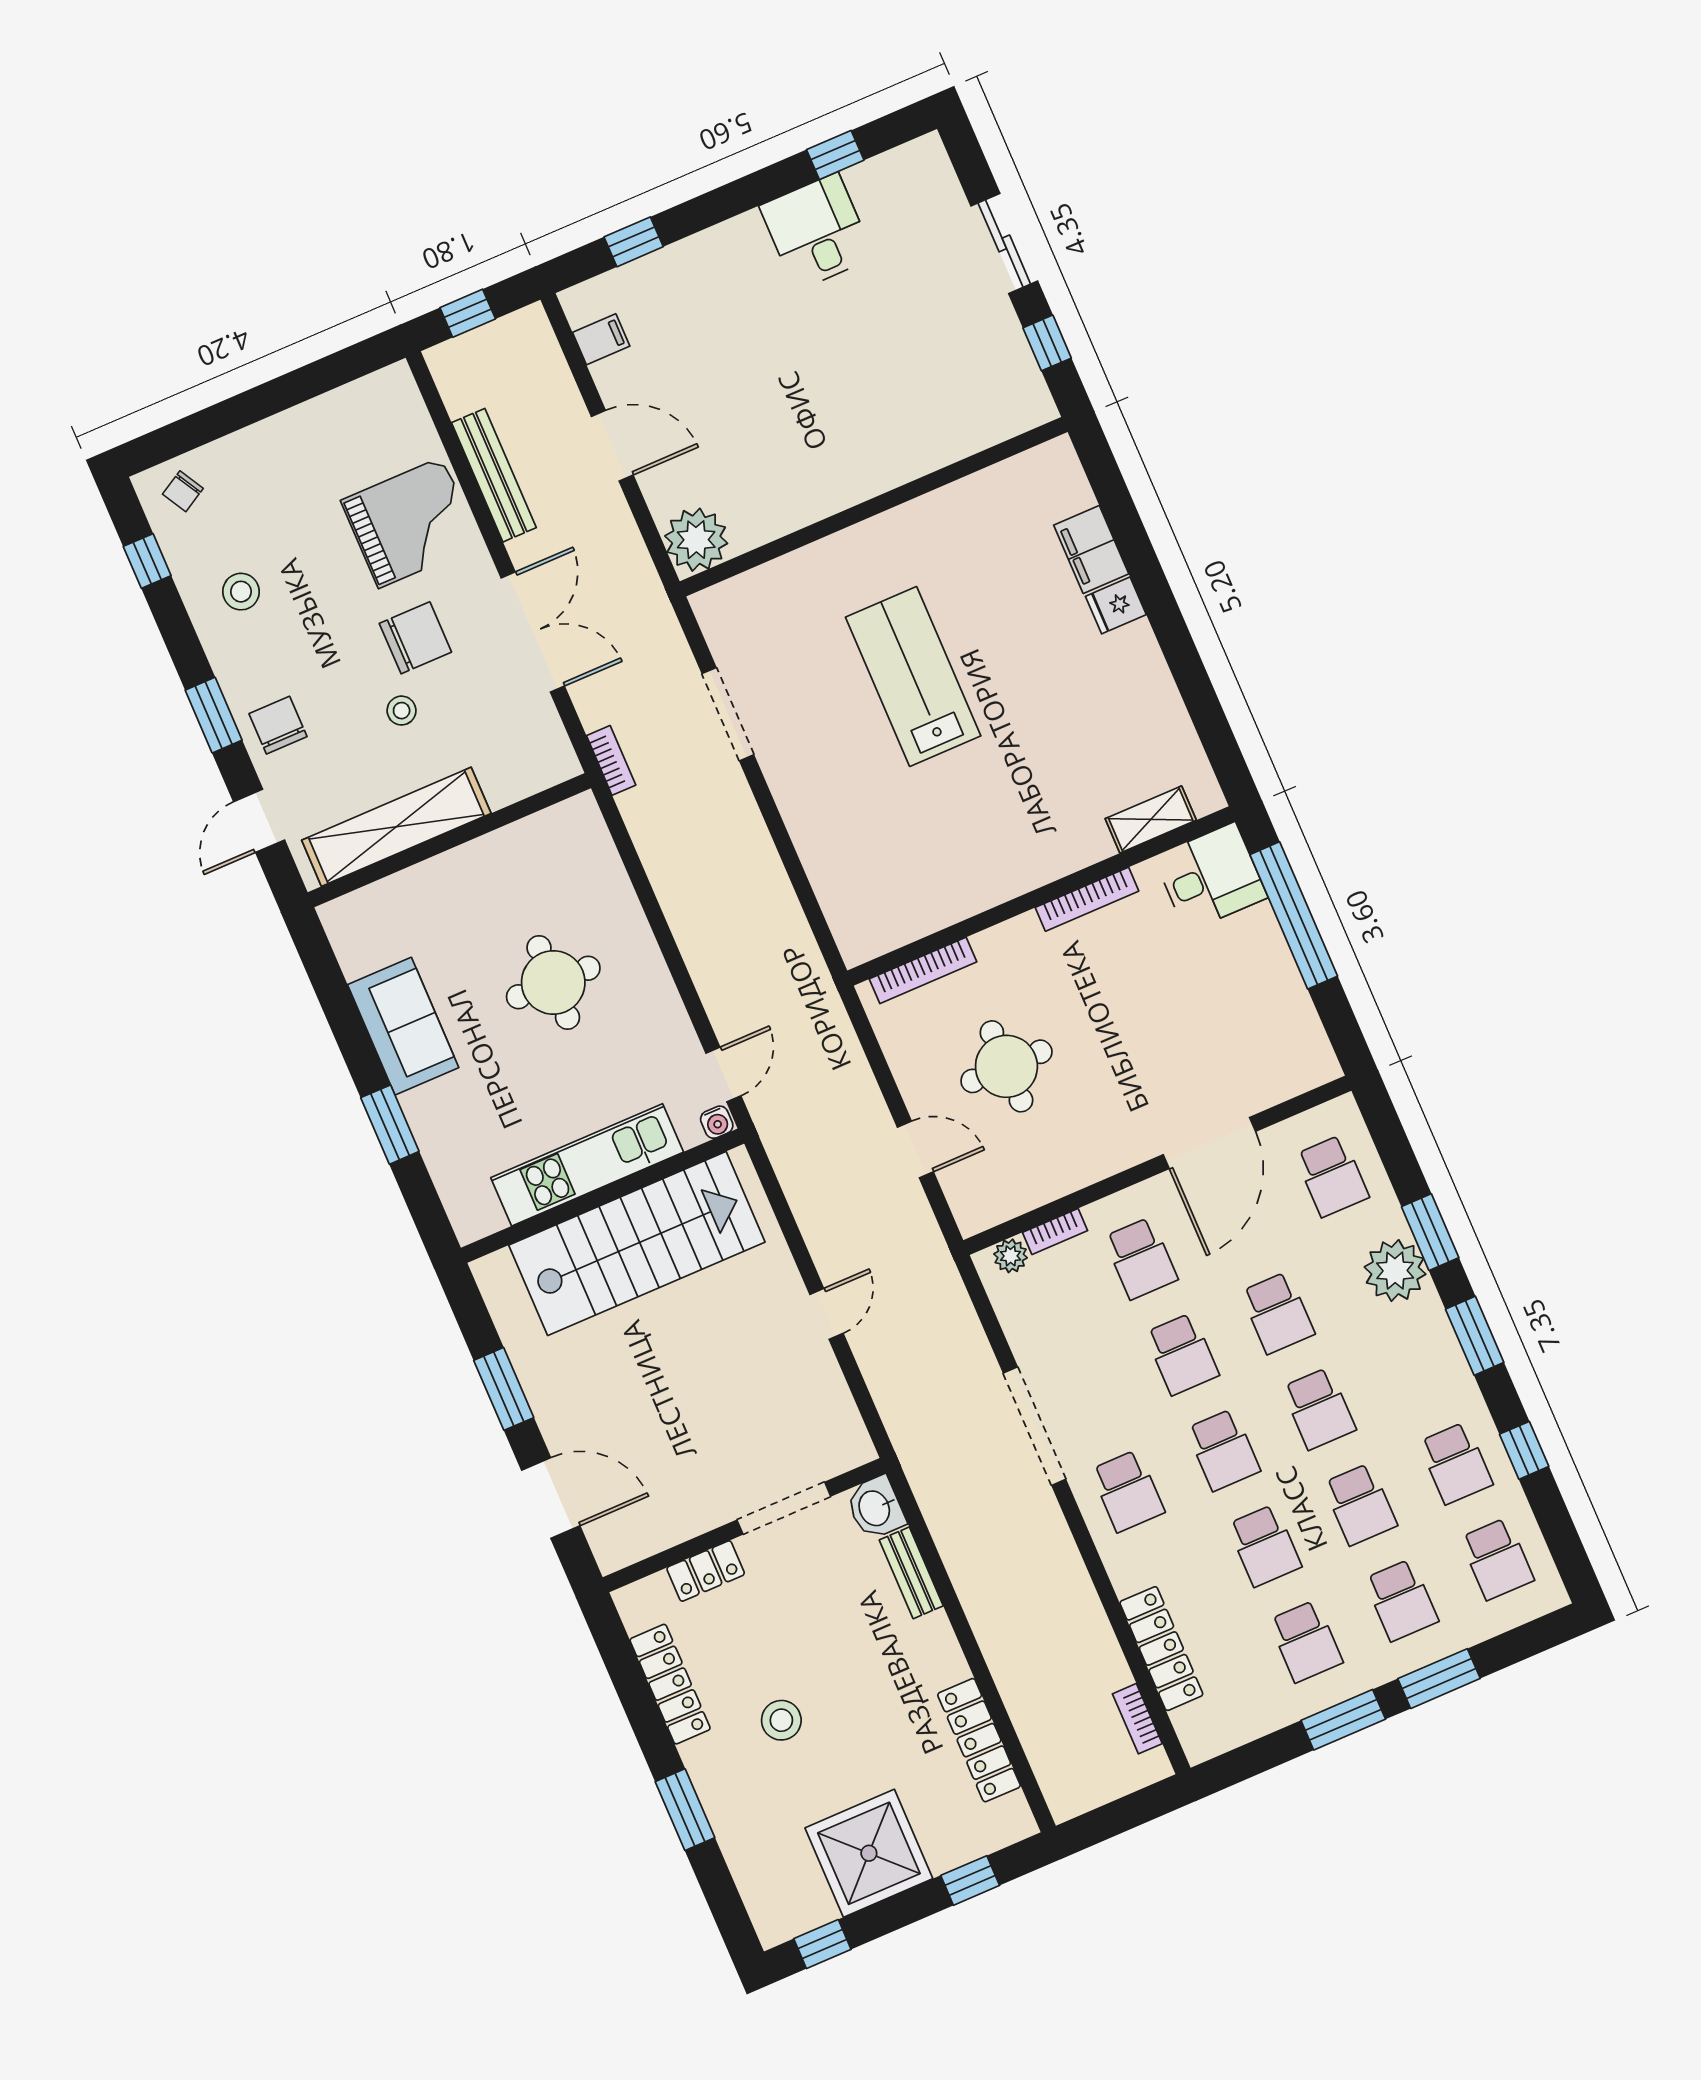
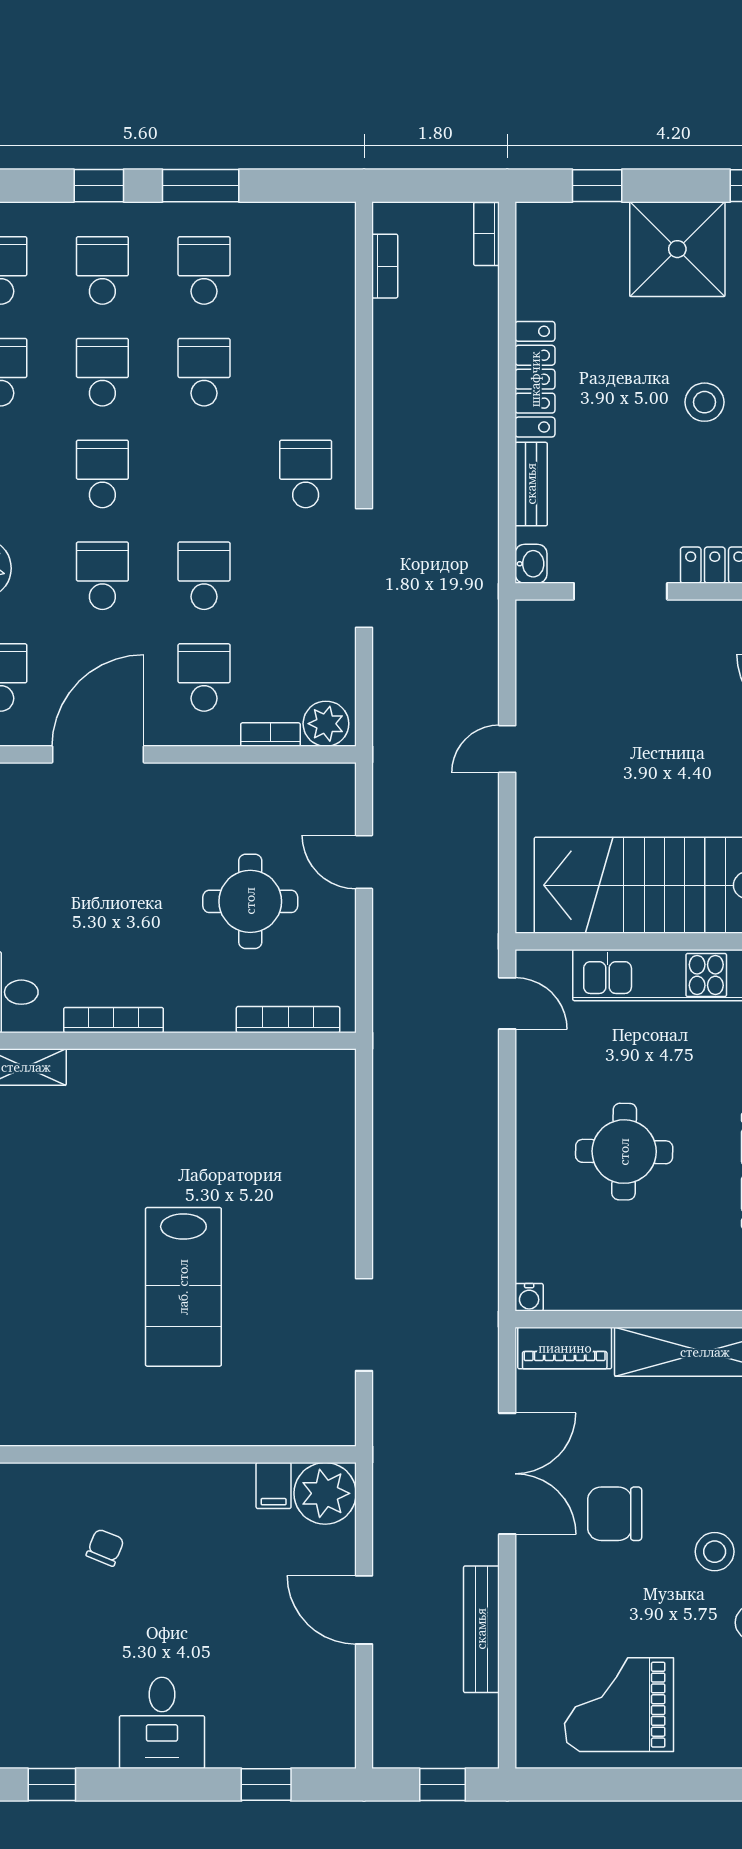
desk: (817, 232) -> (162, 1723), moved
filing cabinet: (601, 339) -> (274, 1486), moved, turned -90
chair: (881, 400) -> (105, 1548), added
grand piano: (410, 523) -> (619, 1705), moved
double door: (533, 632) -> (507, 1474), swing flipped
stool: (402, 711) -> (715, 1552), moved, width x1.37, depth x1.37
bookcase: (611, 760) -> (487, 234), moved
piano: (530, 773) -> (565, 1348), added
door: (723, 1074) -> (507, 1003), swing flipped
water cooler: (717, 1122) -> (529, 1297), moved, turned 180
plant: (1011, 1256) -> (326, 724), width x1.38, depth x1.38
school desk: (1223, 1450) -> (204, 474), removed
washbasin: (875, 1508) -> (531, 564), width x0.72, depth x0.69
locker: (1161, 1649) -> (336, 320), removed
window: (1439, 1679) -> (99, 186), width x0.67
locker: (979, 1740) -> (535, 379), moved

